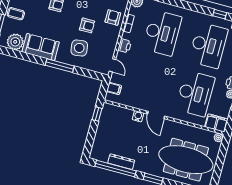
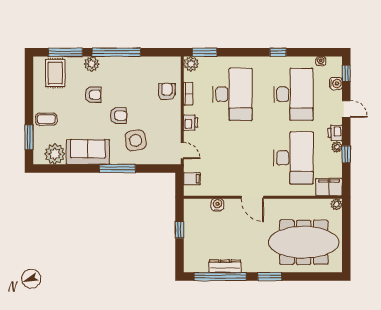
window: (220, 14) -> (278, 52), moved
armchair: (87, 25) -> (118, 116), moved
window: (97, 114) -> (179, 230), moved
water cooler: (138, 116) -> (217, 205), moved

